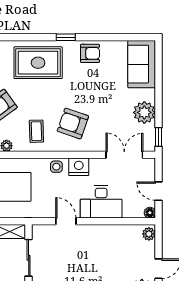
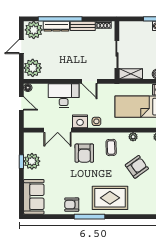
window: (66, 37) -> (90, 217), width x2.17
armchair: (73, 124) -> (84, 153), turned 71
window: (159, 137) -> (21, 162), moved
double door: (124, 155) -> (58, 130), moved
plant: (149, 234) -> (33, 68), width x1.87, depth x1.87

